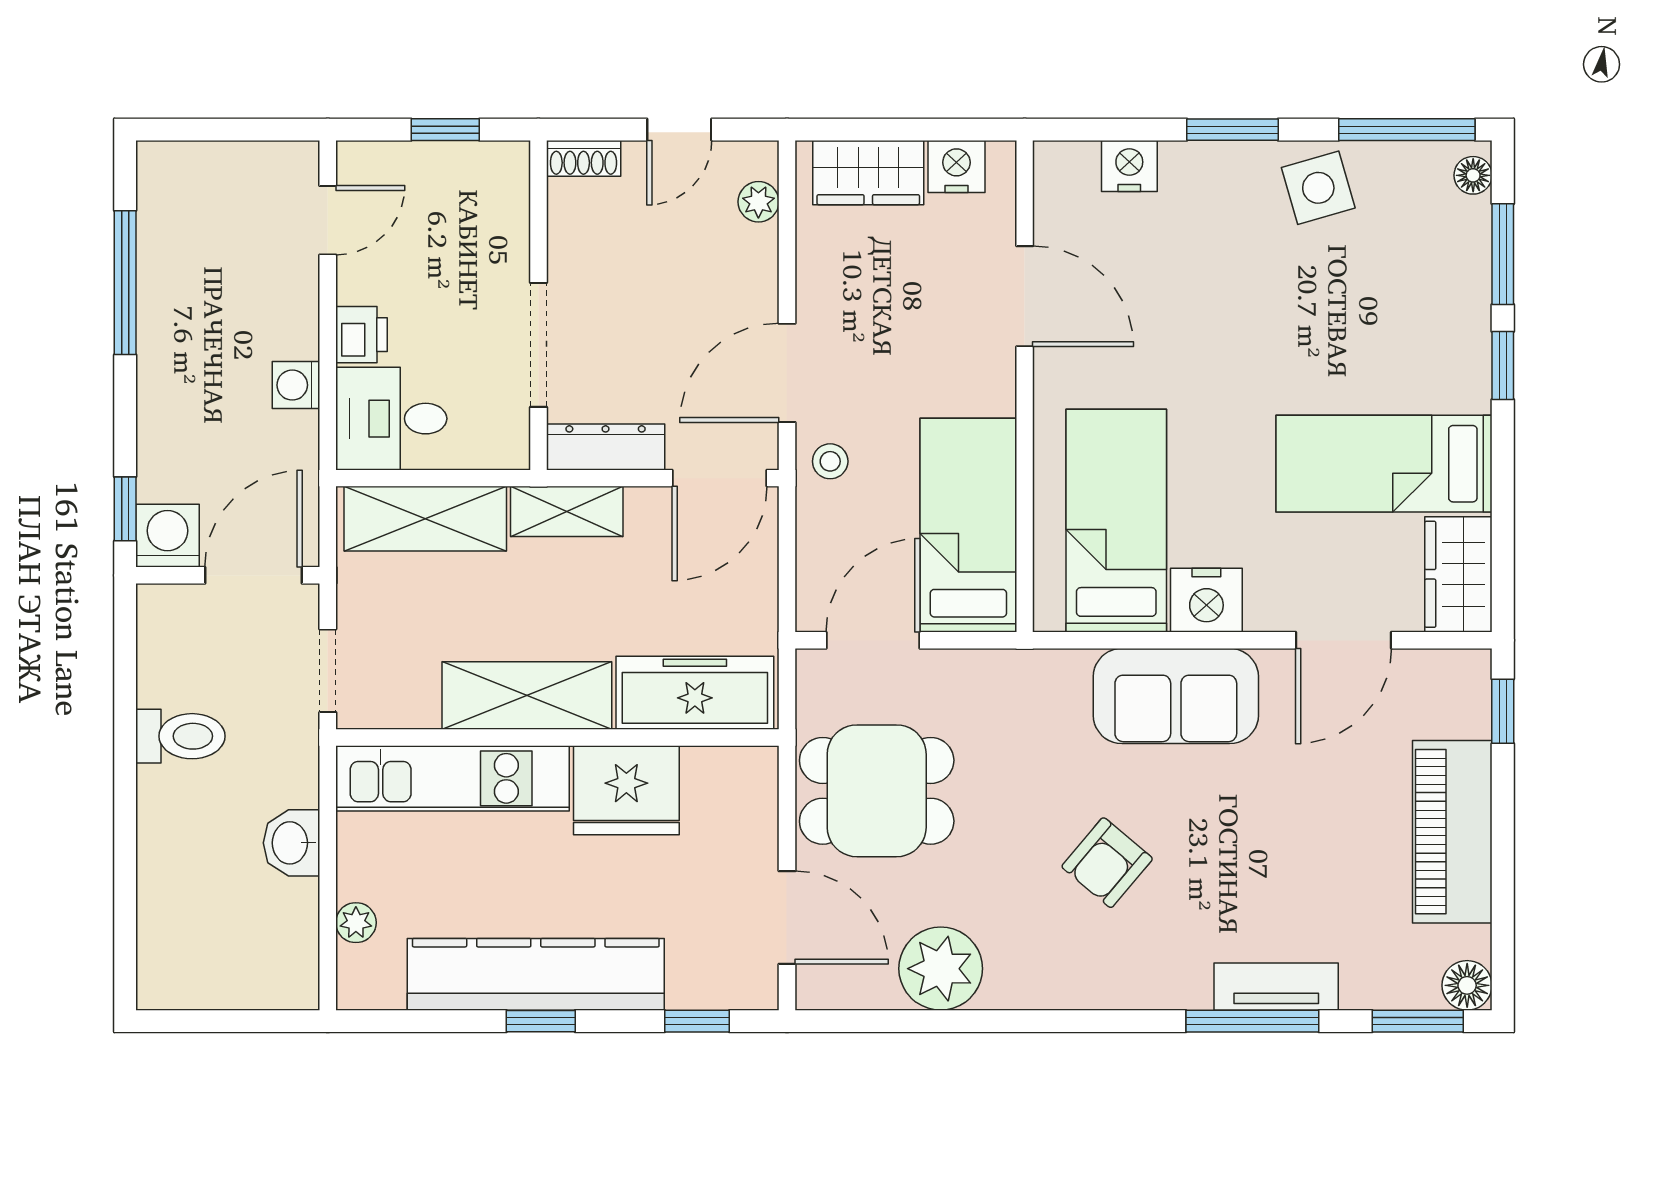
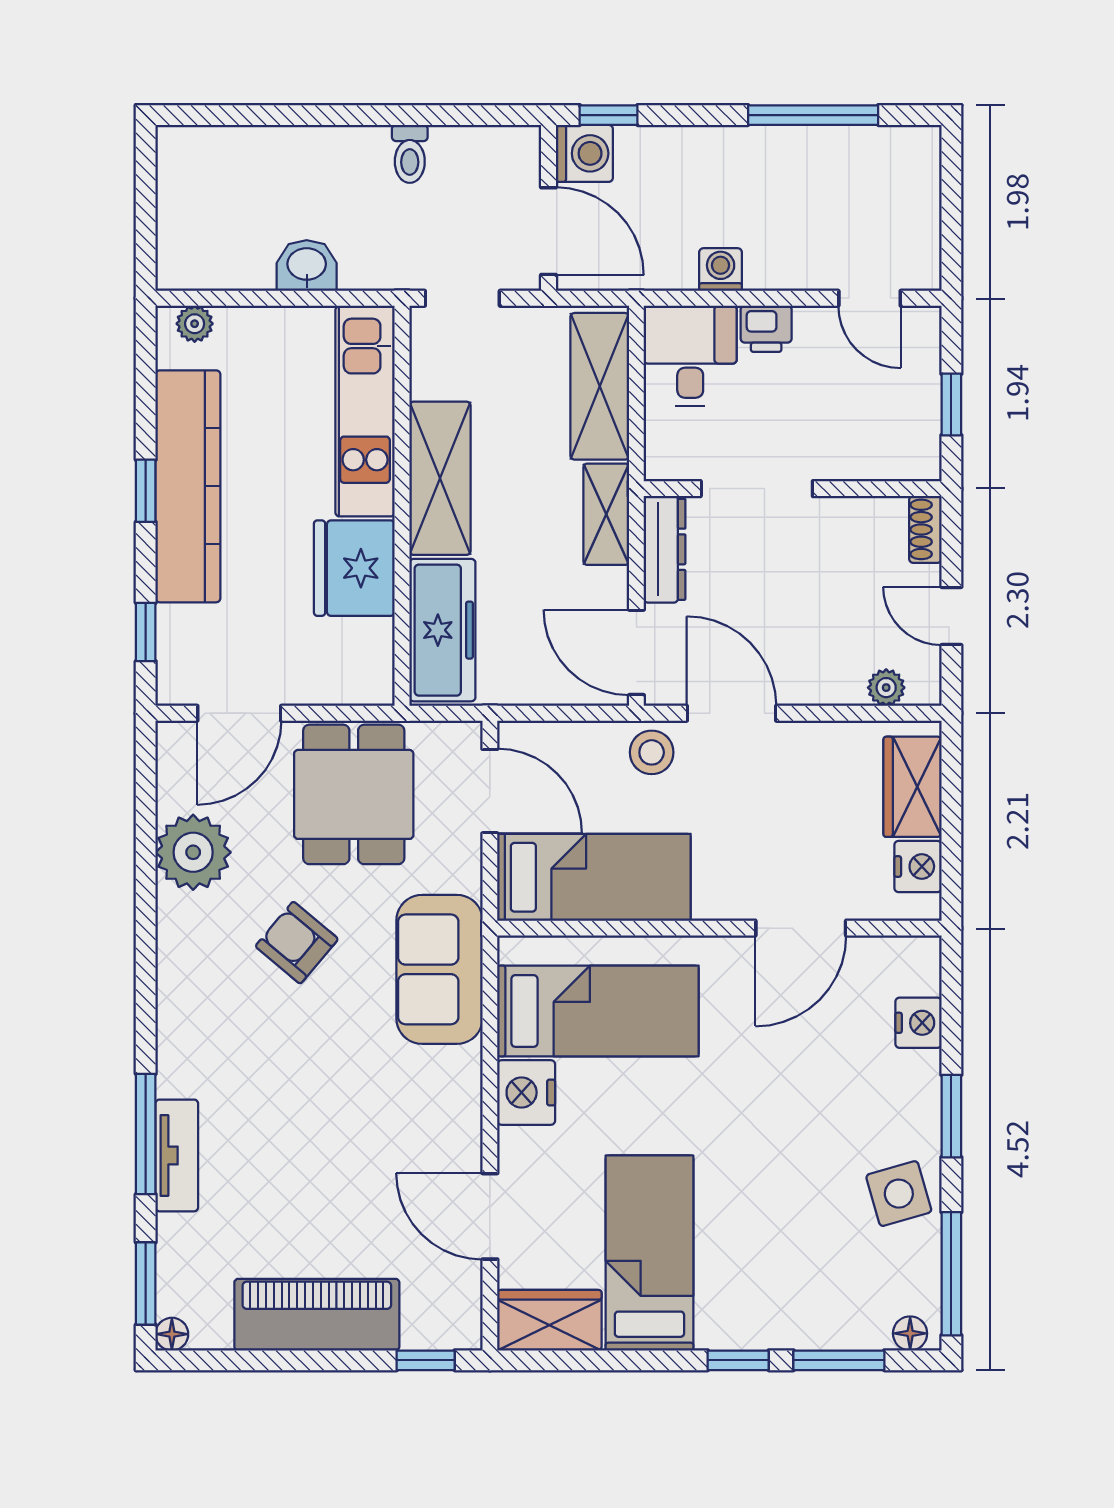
stool: (830, 461) -> (652, 752), width x1.37, depth x1.37
sofa: (1176, 696) -> (439, 969), moved
toilet: (180, 736) -> (410, 154), width x0.73, depth x0.72
armchair: (1107, 863) -> (297, 943), moved
plant: (356, 923) -> (195, 324), moved
floor lamp: (1467, 985) -> (172, 1334), width x0.73, depth x0.73

